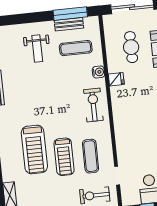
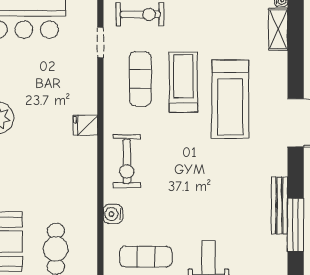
fridge: (116, 79) -> (85, 125), moved
treadmill: (34, 149) -> (230, 99), turned 180

